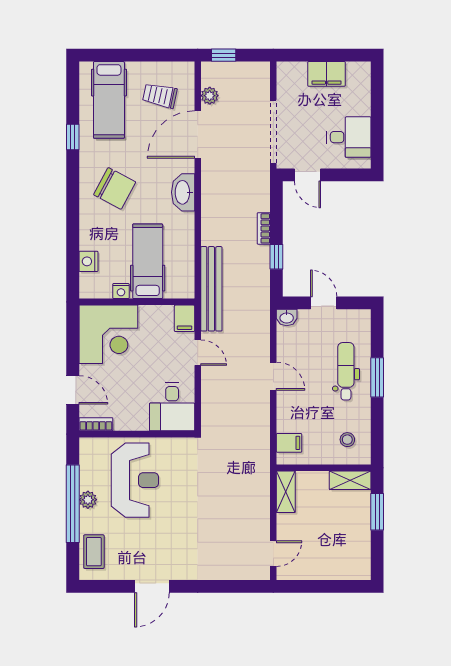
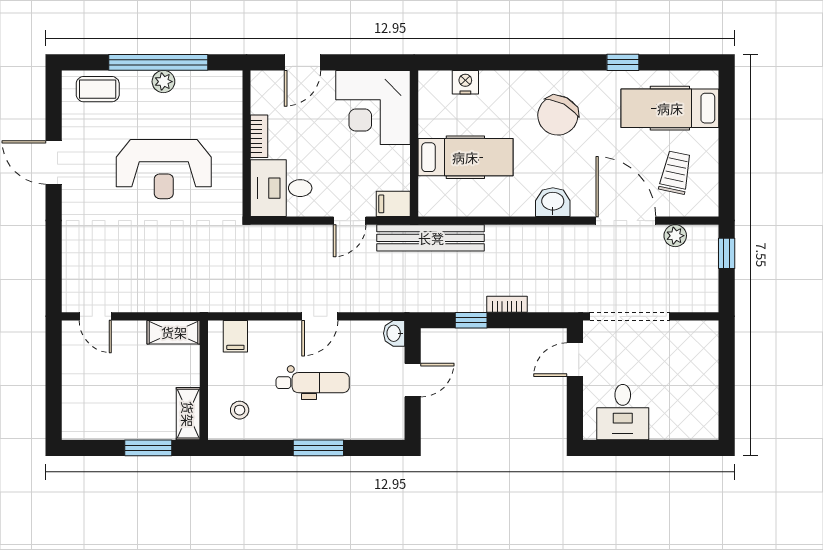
filing cabinet: (327, 74) -> (703, 384), removed
washbasin: (183, 192) -> (553, 202), width x0.72
nightstand: (121, 291) -> (428, 123), removed
dental chair: (346, 371) -> (313, 383), moved
bookcase: (96, 424) -> (259, 136), moved
reception desk: (135, 480) -> (164, 169), moved

